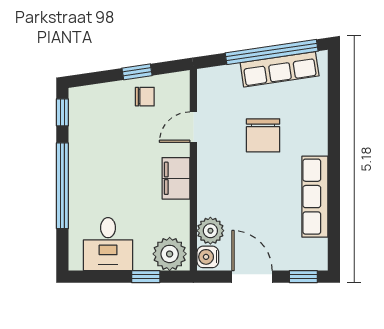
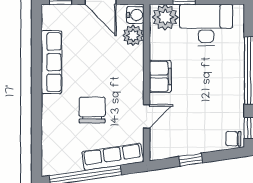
row of seats: (280, 69) -> (113, 157), moved
chair: (145, 97) -> (233, 139), moved
desk: (108, 244) -> (206, 25), width x1.37

